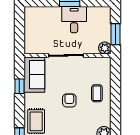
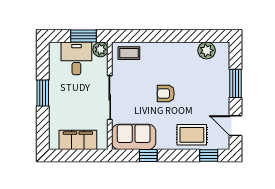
desk: (74, 20) -> (76, 58), moved, turned 90
filing cabinet: (32, 30) -> (78, 140), added
coffee table: (97, 93) -> (129, 53), moved

